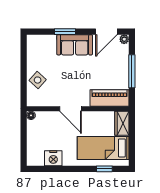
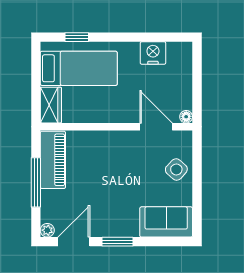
window: (65, 32) -> (118, 242), moved
sofa: (75, 45) -> (166, 222), moved
piano: (110, 98) -> (53, 160), moved, turned -90
door: (71, 109) -> (156, 127), moved

